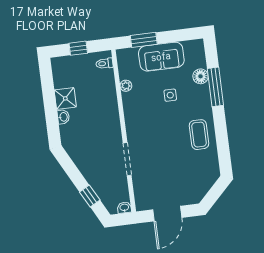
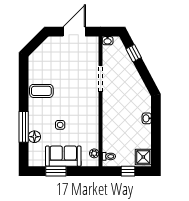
window: (144, 40) -> (56, 171), moved
plant: (126, 86) -> (94, 153), moved
shower: (65, 98) -> (143, 157), moved
coffee table: (199, 135) -> (41, 91), turned 90

